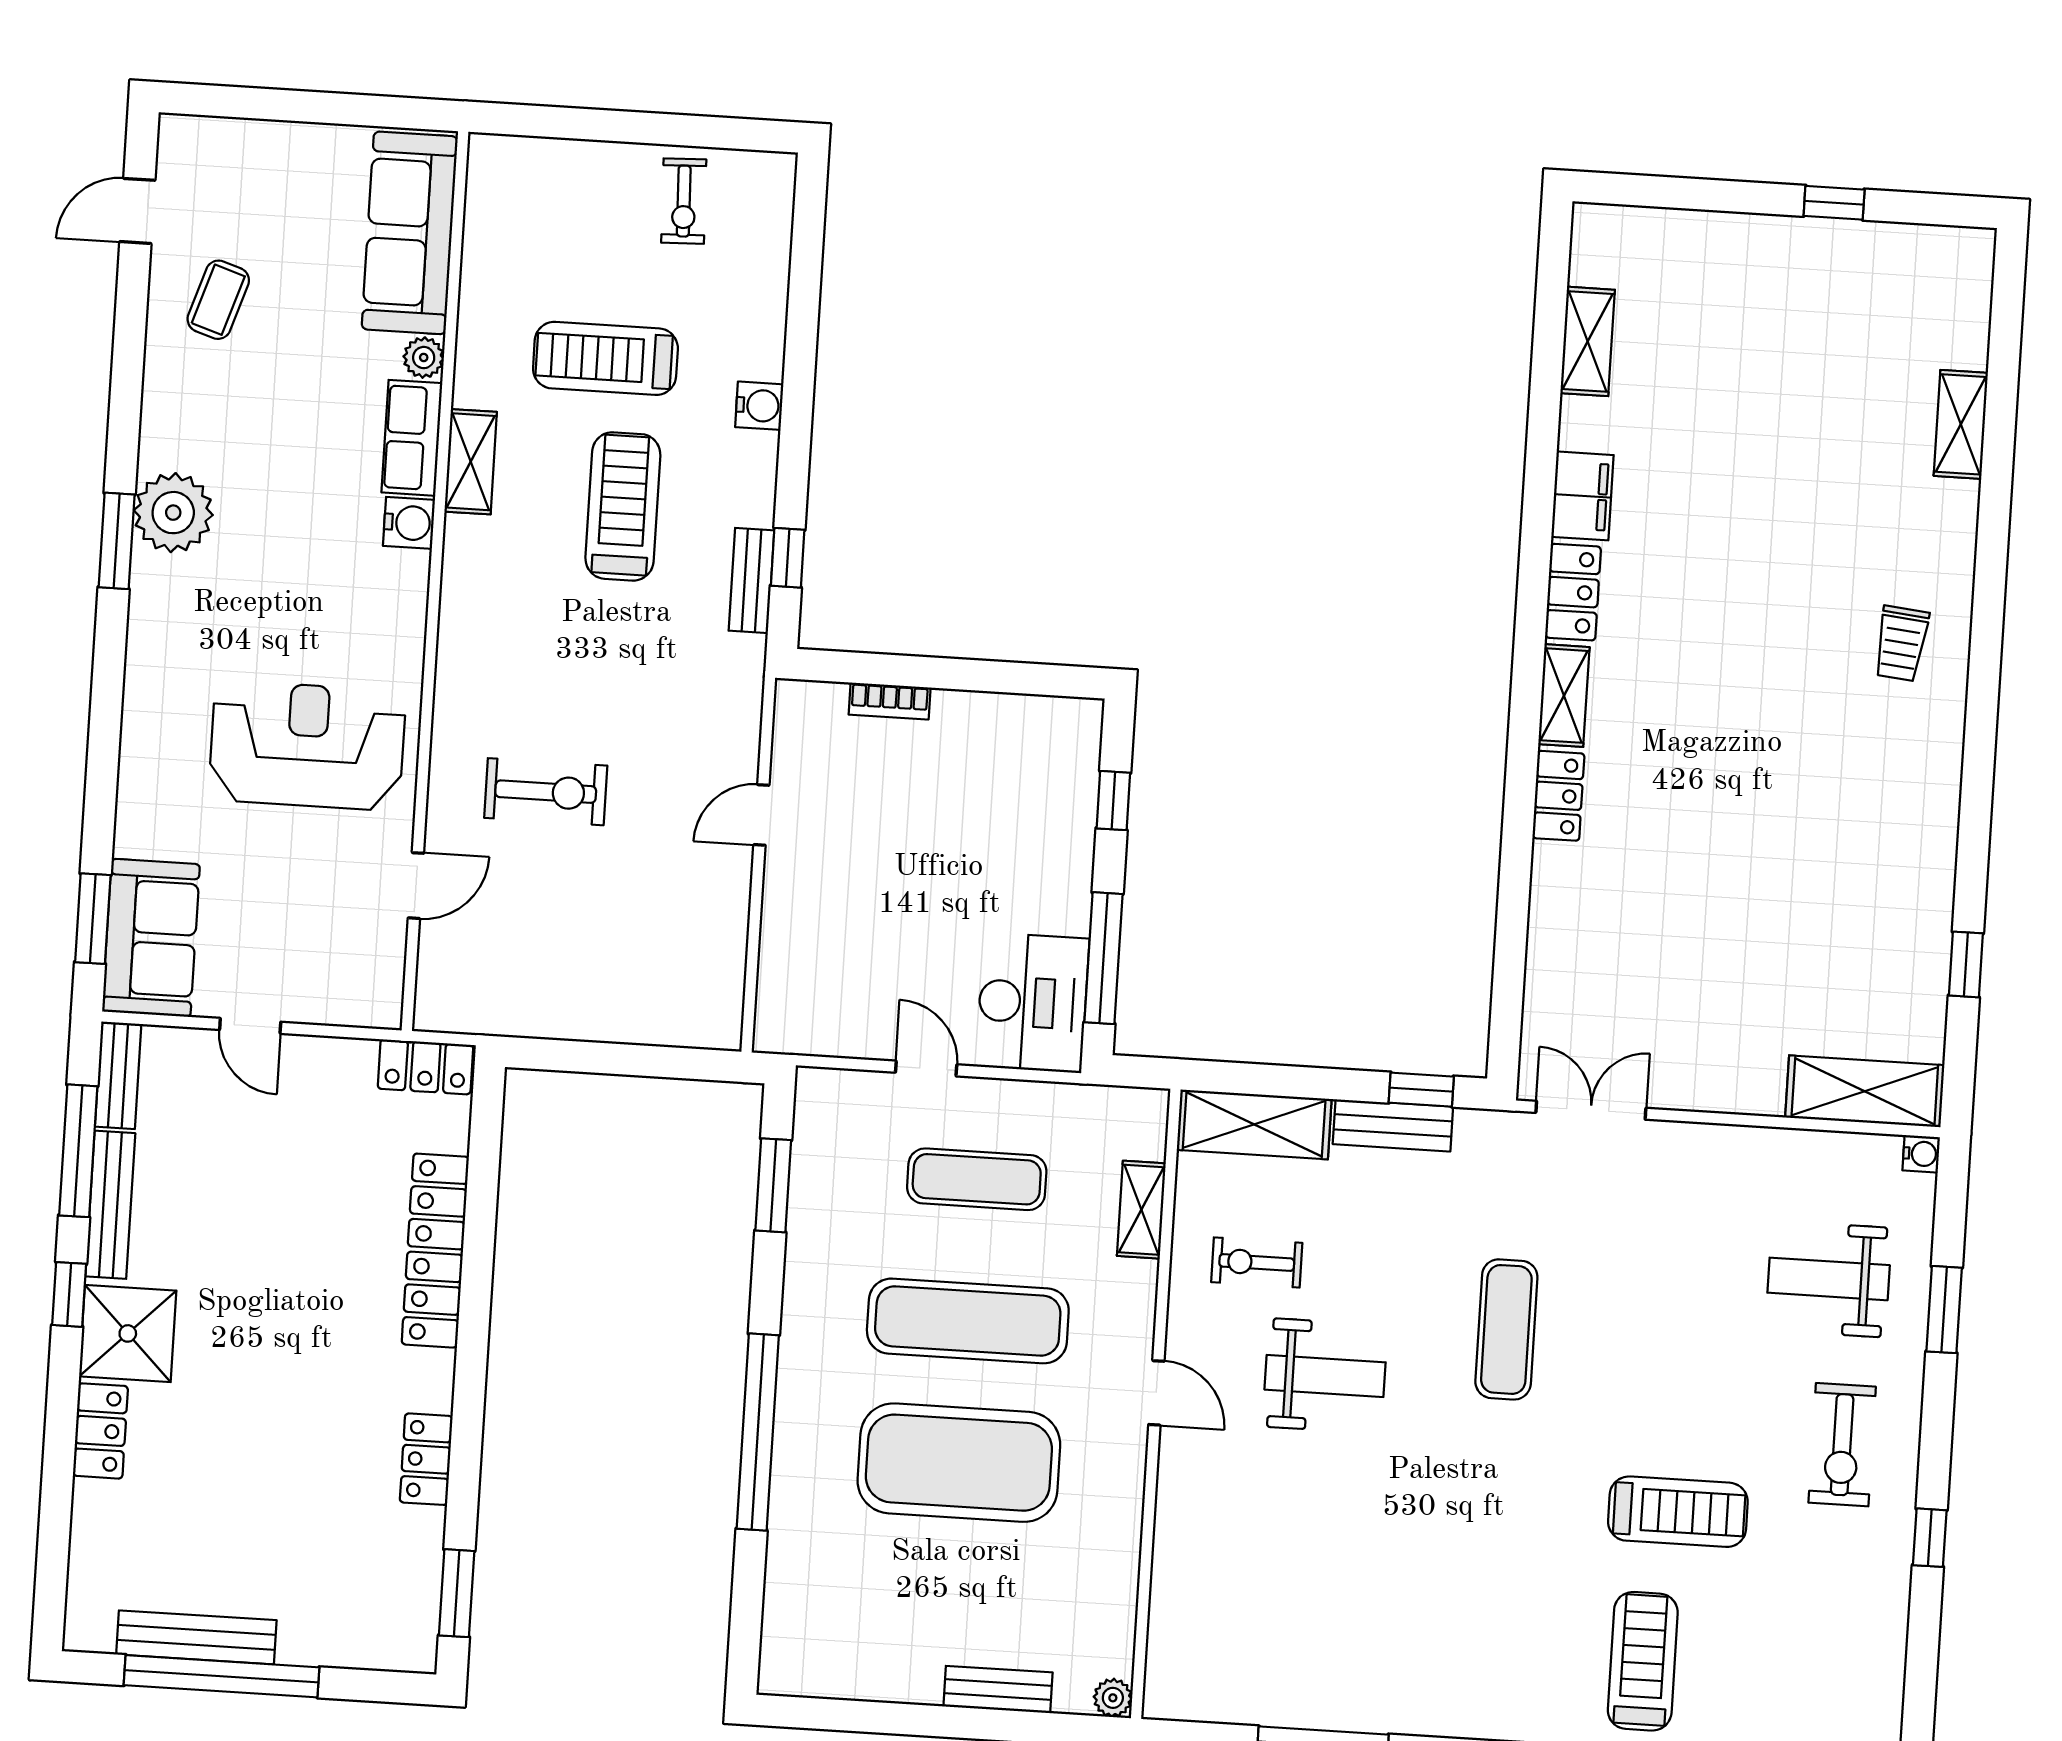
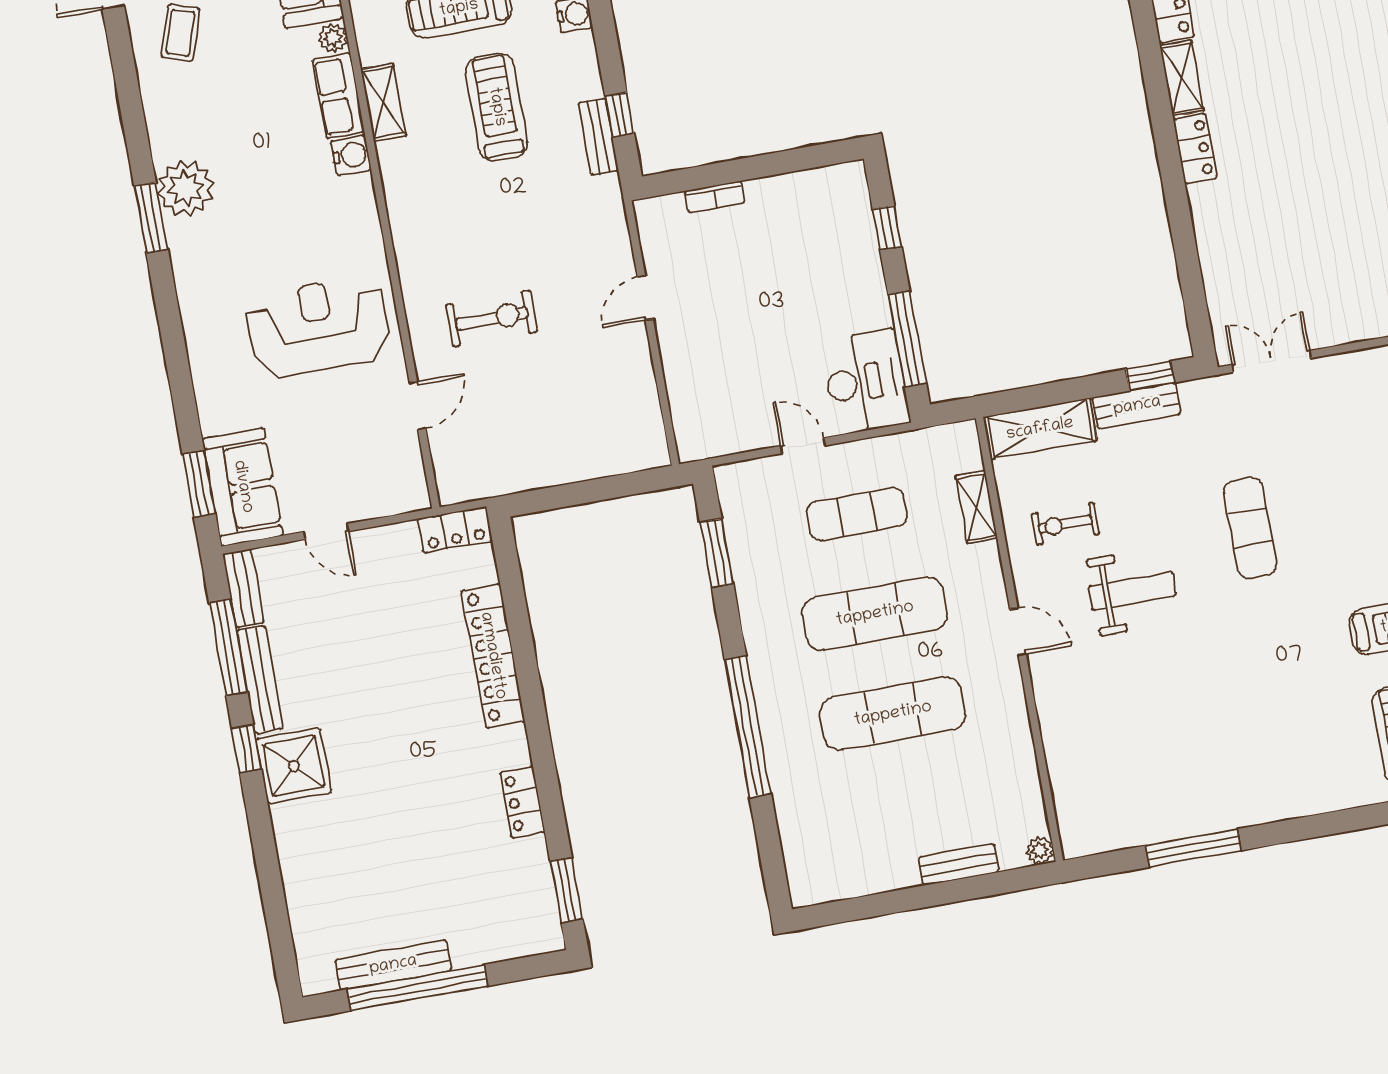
locker: (100, 1431) -> (292, 838), removed
exercise mat: (959, 1463) -> (893, 714), width x0.68

